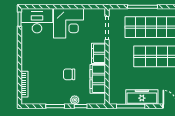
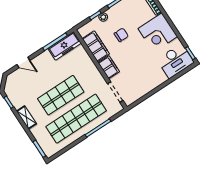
corner desk: (69, 23) -> (158, 33), moved, turned -90
freezer: (142, 97) -> (65, 46), moved

